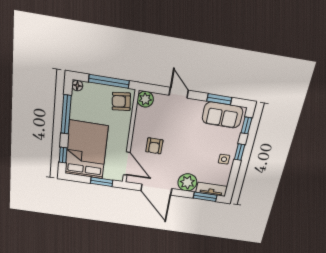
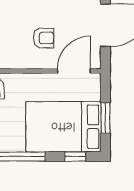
window: (102, 182) -> (105, 118), moved

